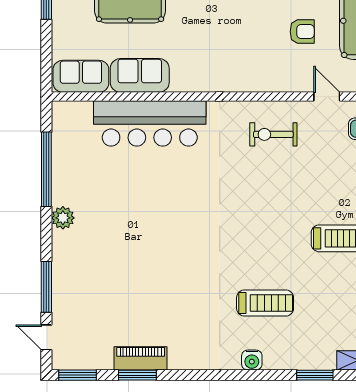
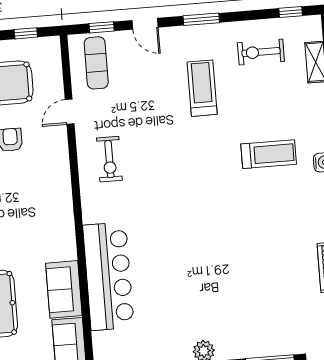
treadmill: (265, 303) -> (269, 154), turned 90

